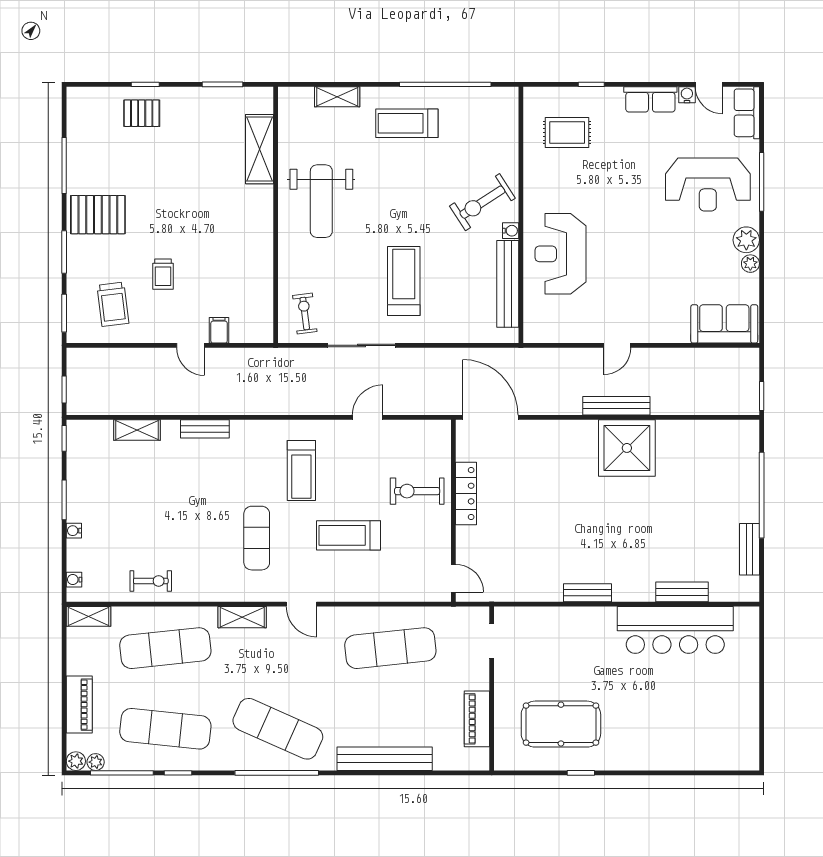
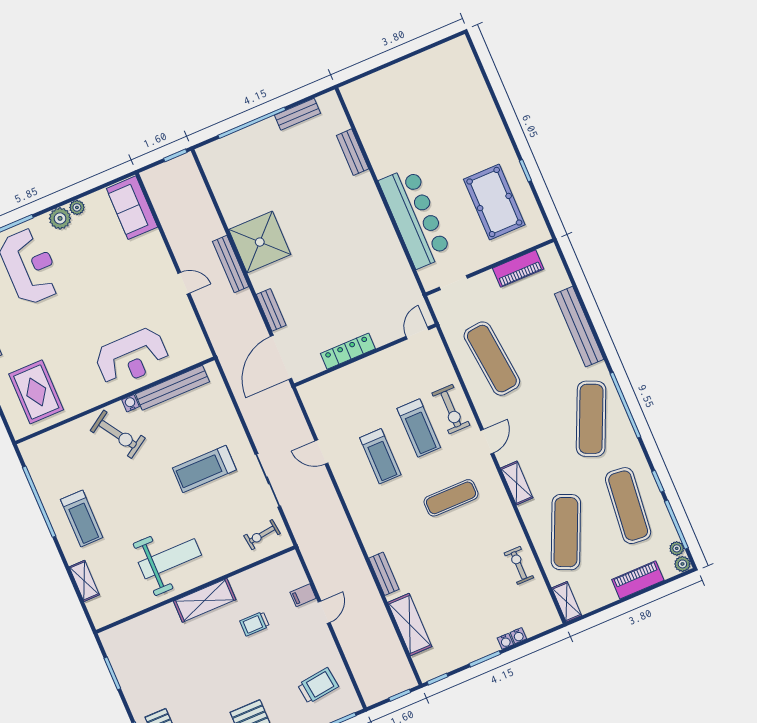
rug: (567, 132) -> (36, 392), width x1.36, depth x1.43
shelving: (259, 149) -> (205, 600), moved
trolley: (163, 274) -> (255, 624), moved, turned 180
shelving: (137, 430) -> (410, 625), width x1.50, depth x1.33
treadmill: (301, 471) -> (380, 456), moved, turned 90
exercise bike: (417, 491) -> (451, 409), moved
water cooler: (74, 580) -> (518, 636), moved
bench: (587, 593) -> (271, 310), moved
bar counter: (675, 630) -> (415, 218), moved
exercise mat: (165, 648) -> (566, 532), turned 30

